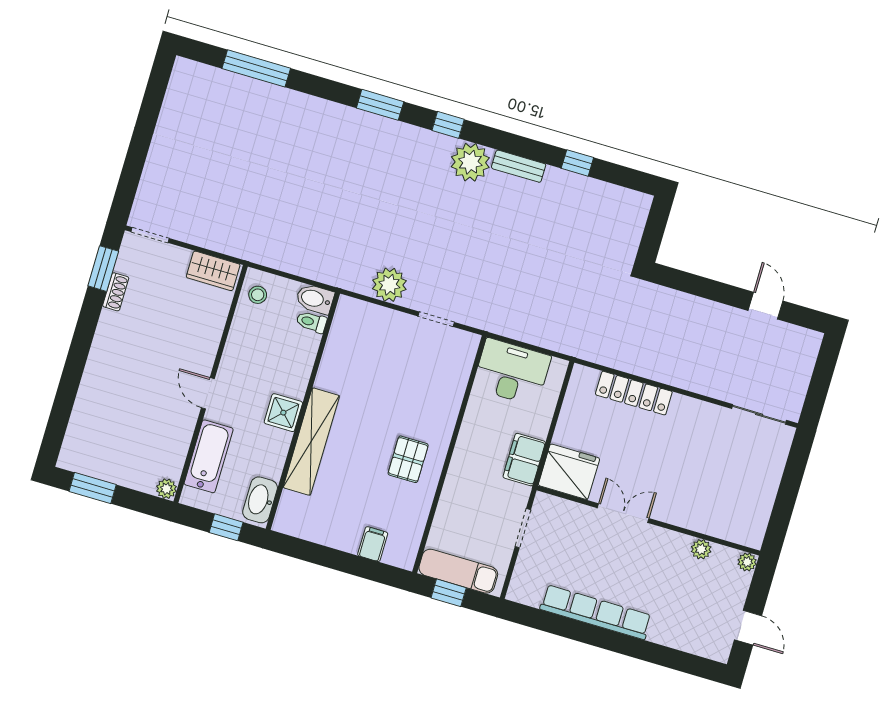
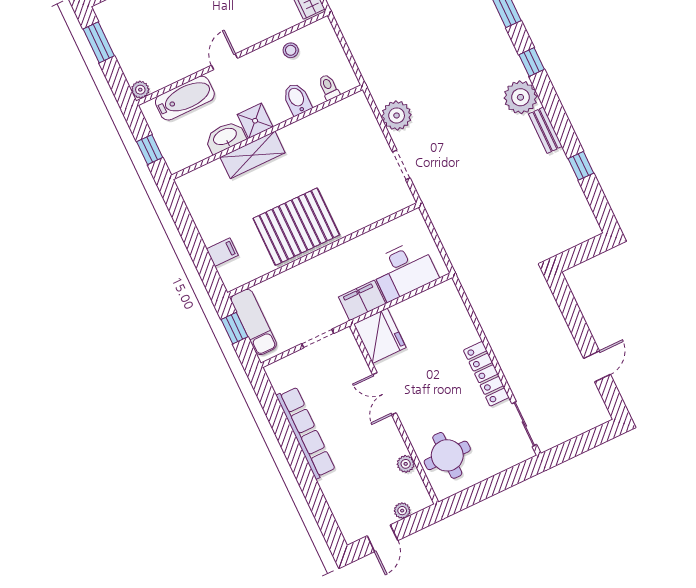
stool: (258, 295) -> (291, 50), moved
bidet: (315, 299) -> (297, 99), moved
desk: (512, 372) -> (404, 270), moved, turned 90
locker: (634, 393) -> (486, 374), moved
shelving: (311, 442) -> (253, 155), width x0.68
pallet: (408, 459) -> (296, 227), width x2.05, depth x2.00
washbasin: (260, 500) -> (225, 137), moved
round table: (726, 506) -> (447, 455), added
double door: (623, 513) -> (384, 394), swing flipped
plant: (747, 562) -> (402, 511), moved

